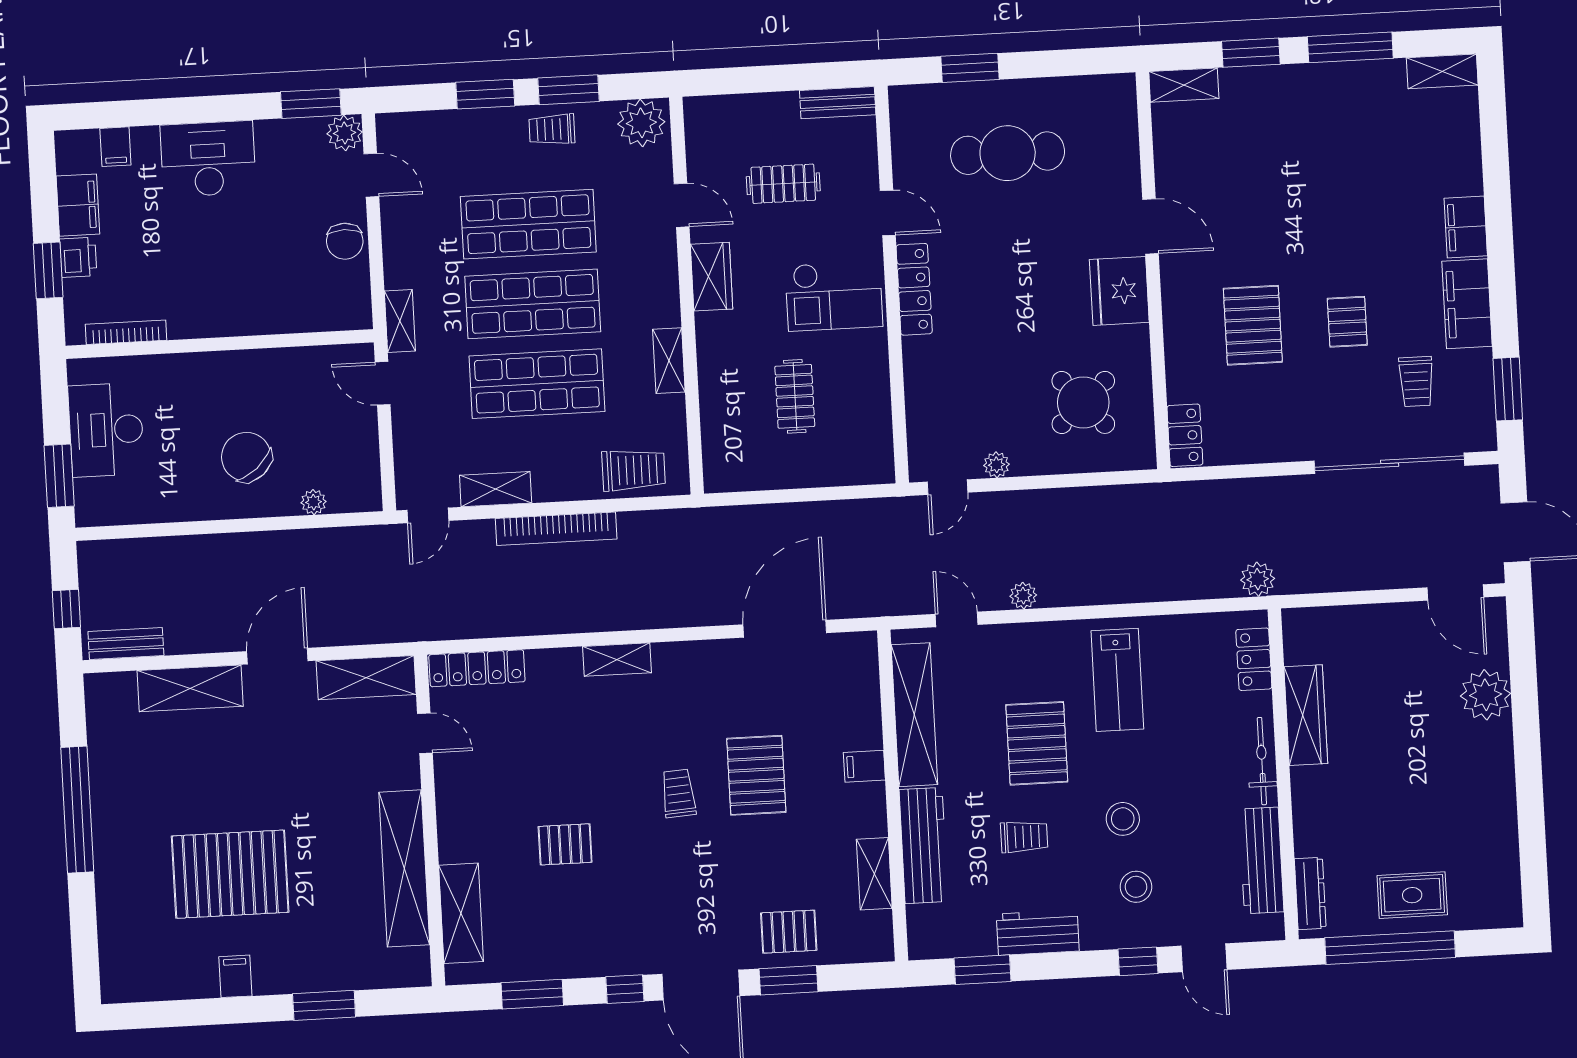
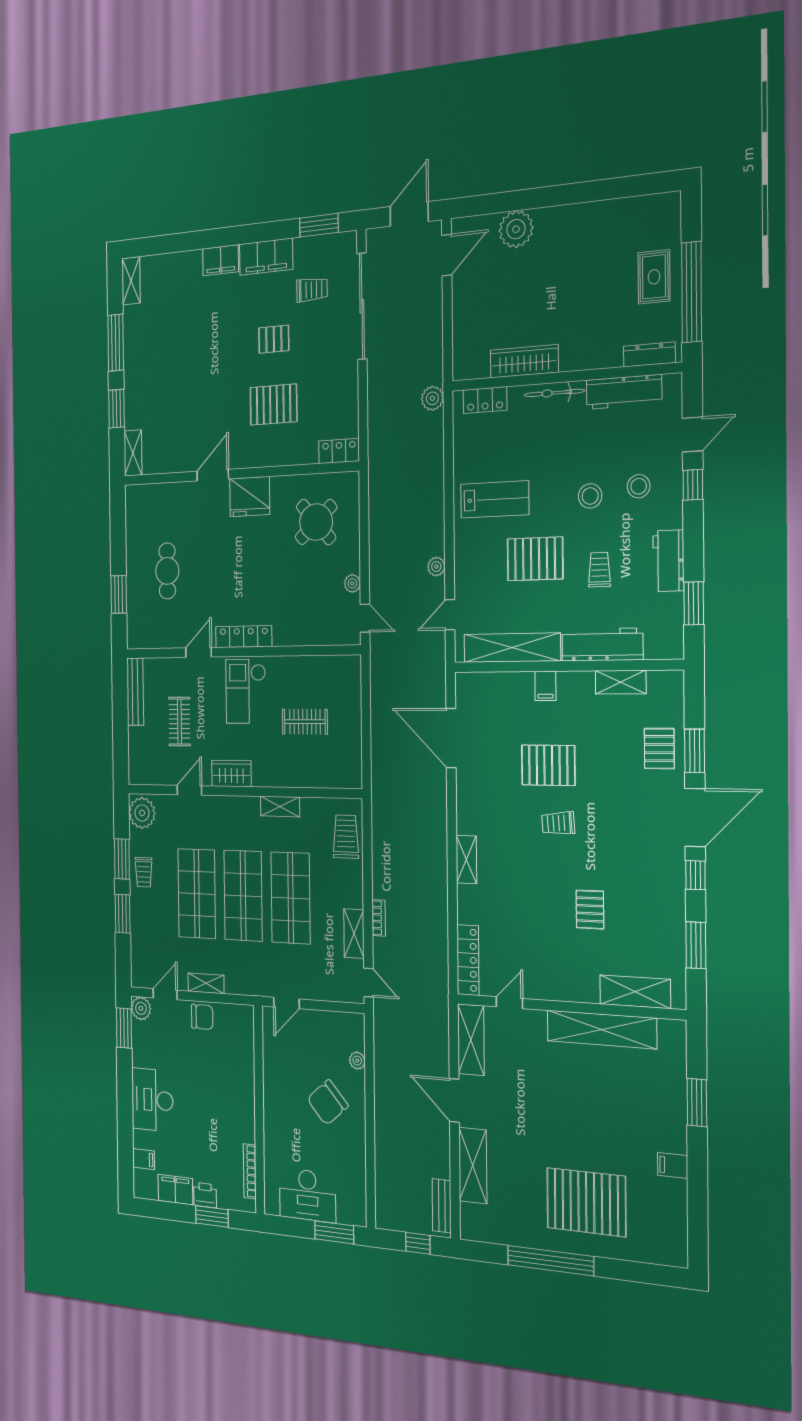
bench: (838, 103) -> (135, 692), width x1.36
cafe table: (1008, 153) -> (167, 571), width x0.73, depth x0.74
checkout: (834, 296) -> (246, 691), turned 180
shelving: (400, 321) -> (206, 983), moved
bookcase: (556, 529) -> (379, 918), width x0.43, depth x0.76
pallet: (230, 874) -> (586, 1202), moved, turned 90

